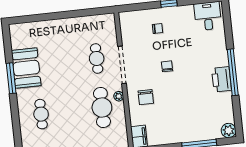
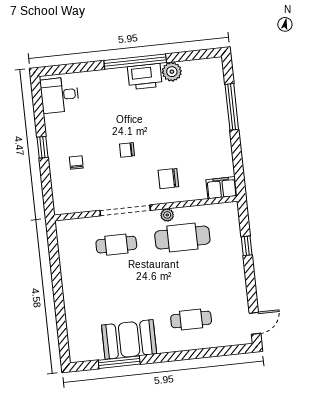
window: (11, 78) -> (119, 362), moved
chair: (146, 97) -> (168, 179), turned 180
plant: (229, 130) -> (172, 72), moved

